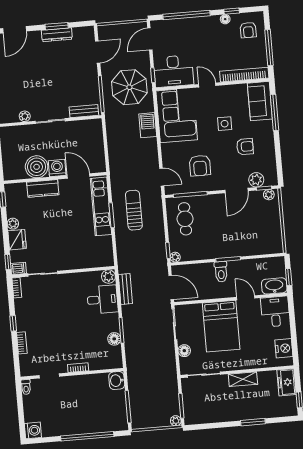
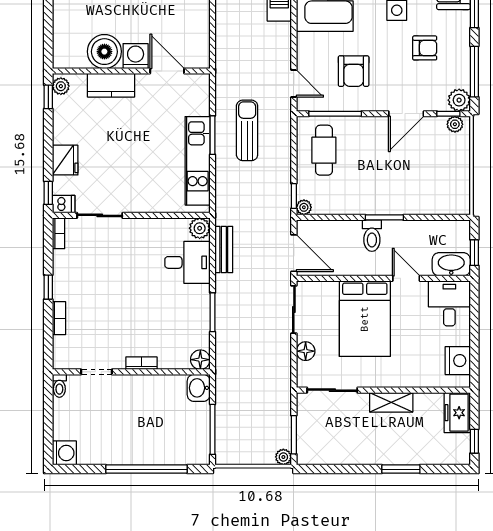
window: (279, 159) -> (474, 72), added
plant: (256, 180) -> (459, 100), moved
kitchen unit: (101, 206) -> (198, 161), moved
plant: (13, 224) -> (61, 86), moved
floor lamp: (114, 339) -> (200, 360), moved

